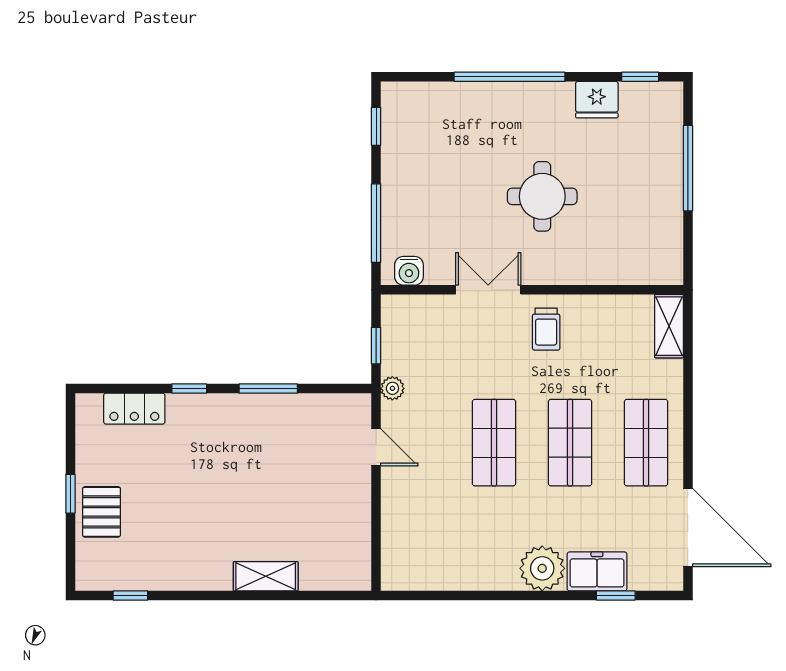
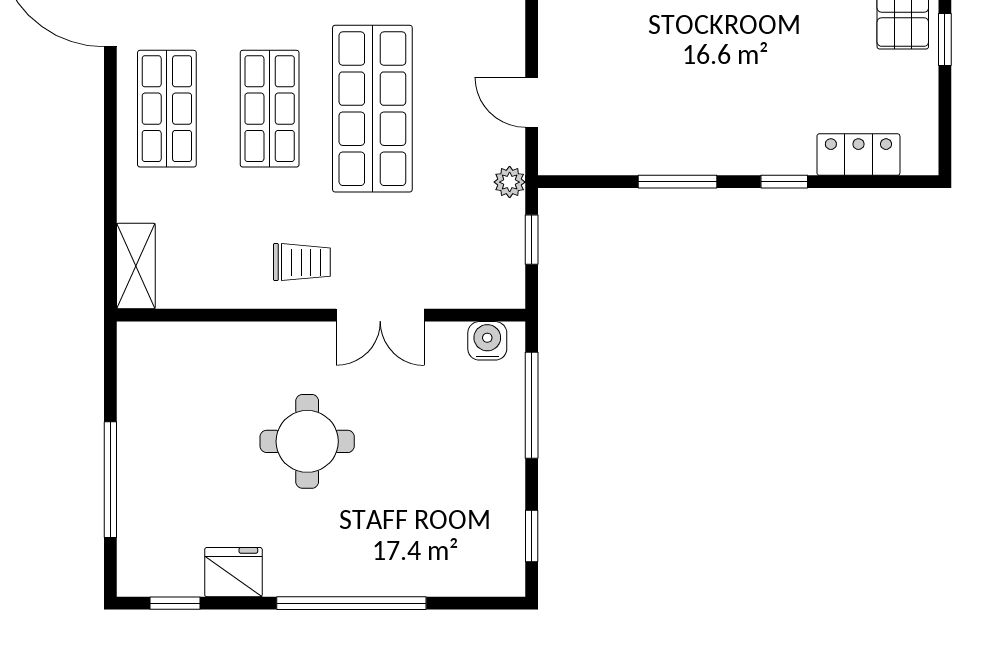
trolley: (546, 329) -> (302, 262), turned 90
shop shelf: (494, 443) -> (372, 109), width x1.43, depth x1.36

